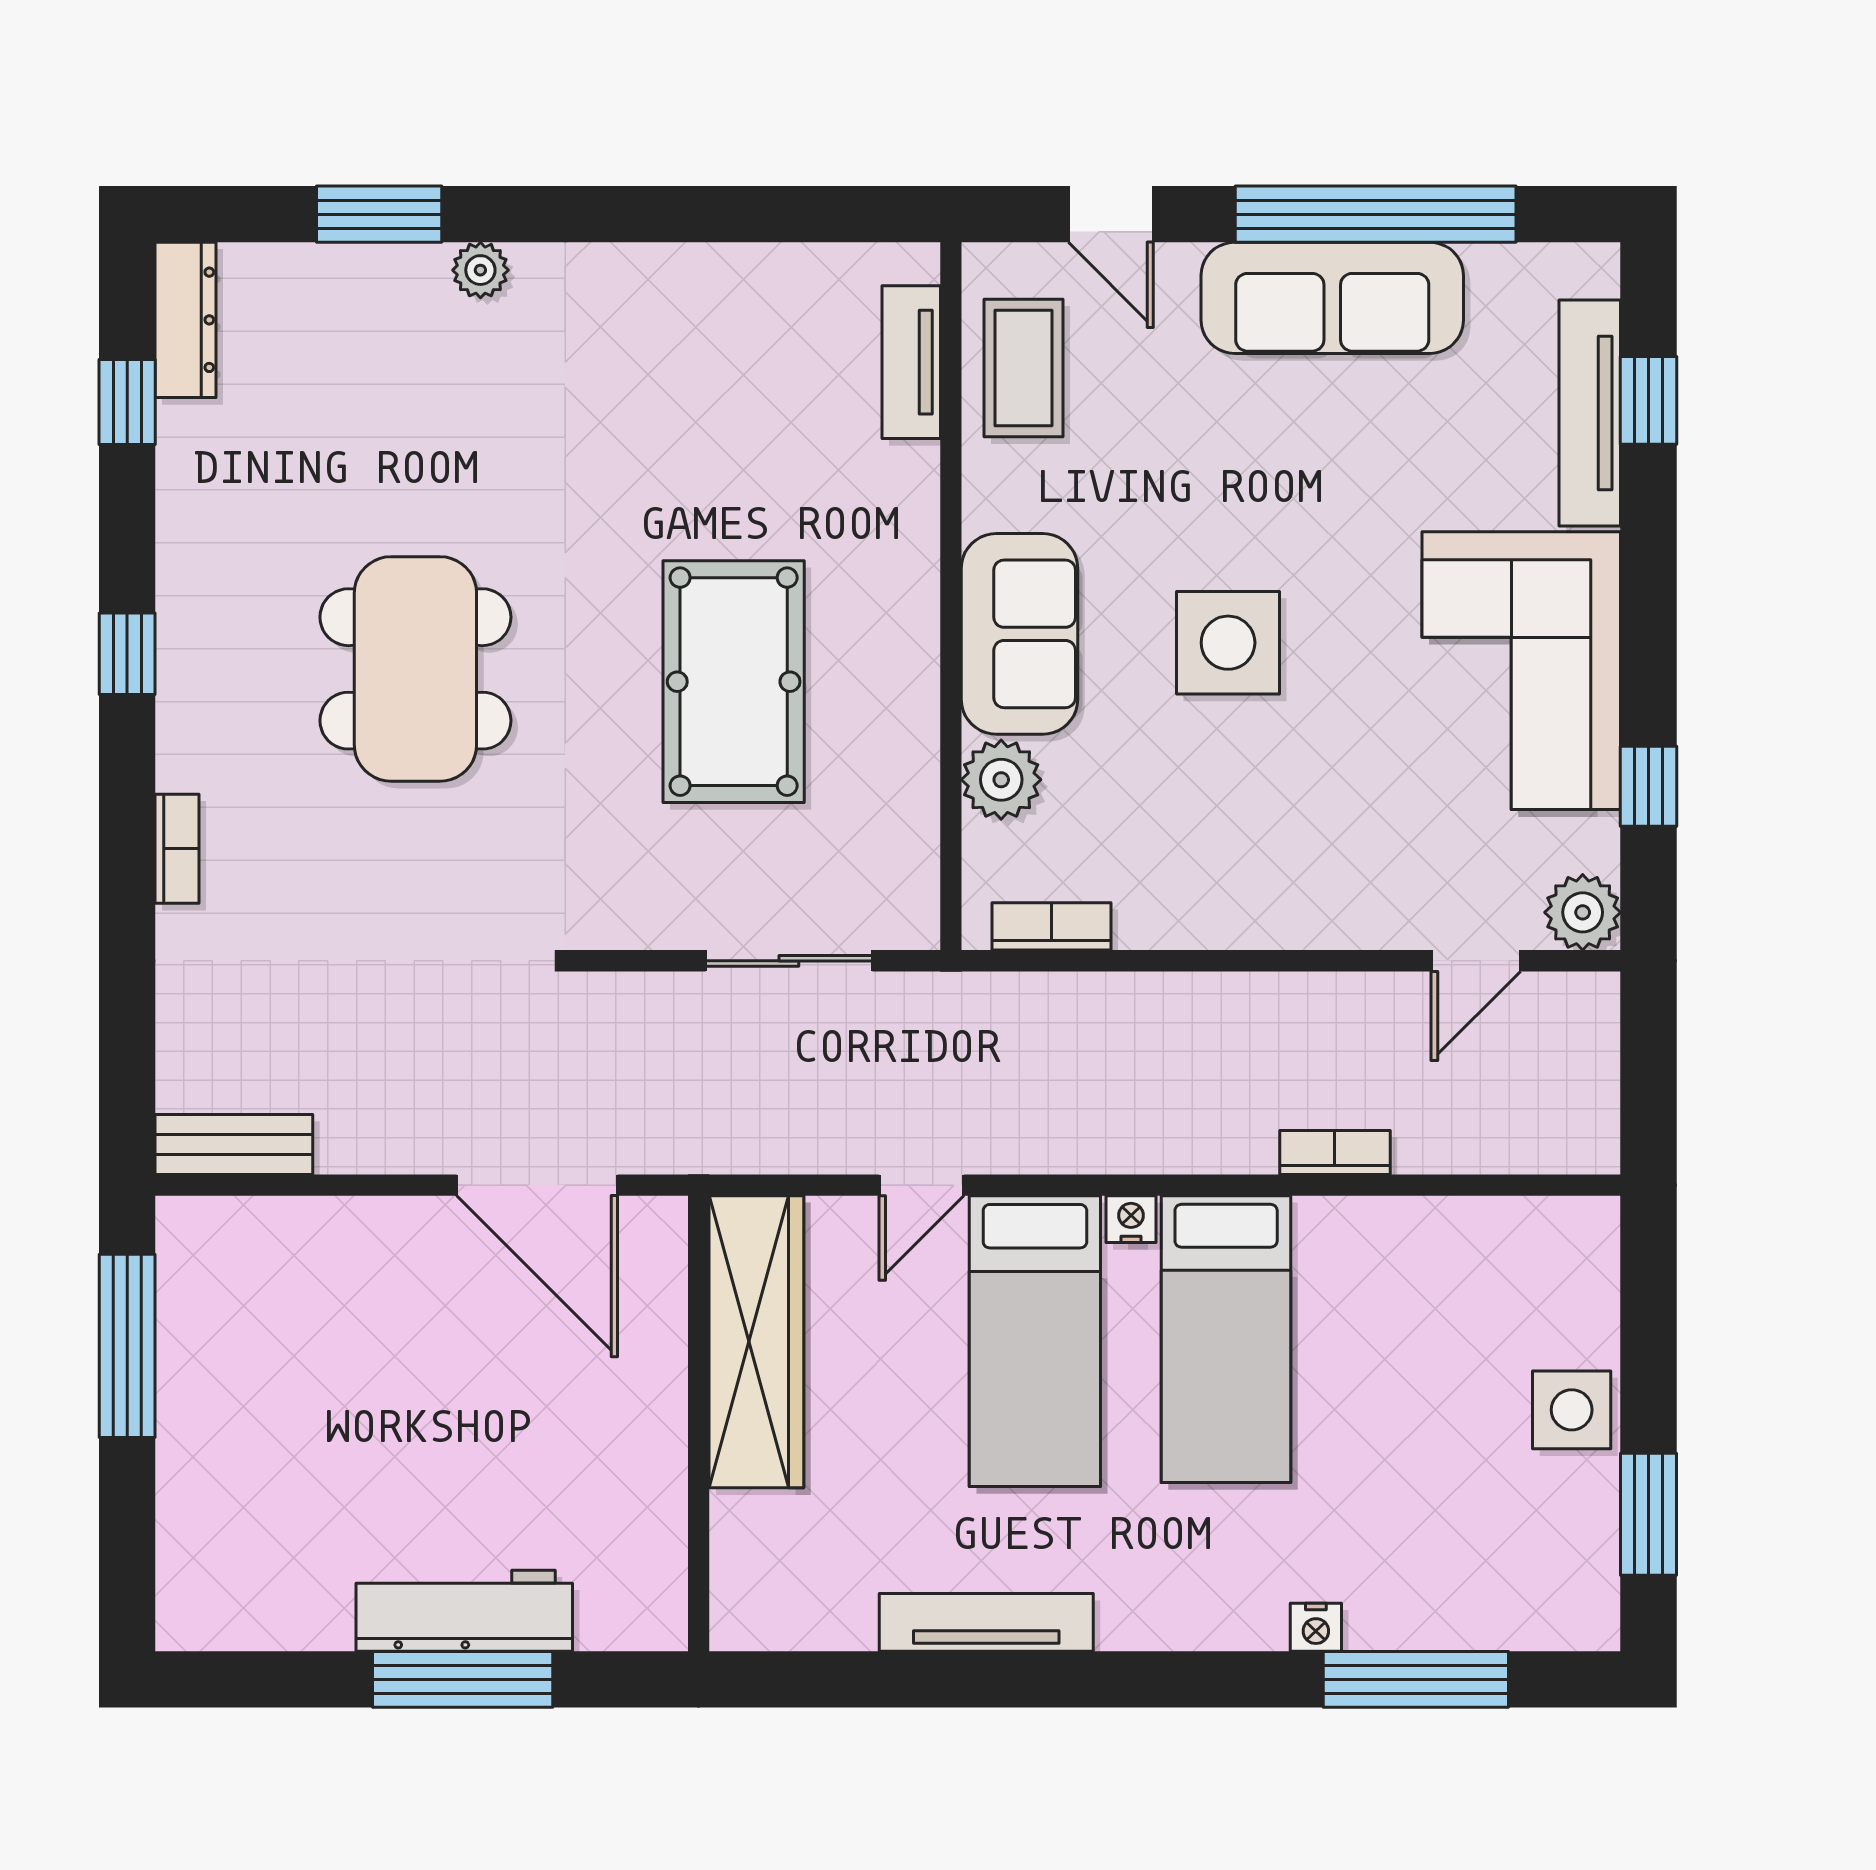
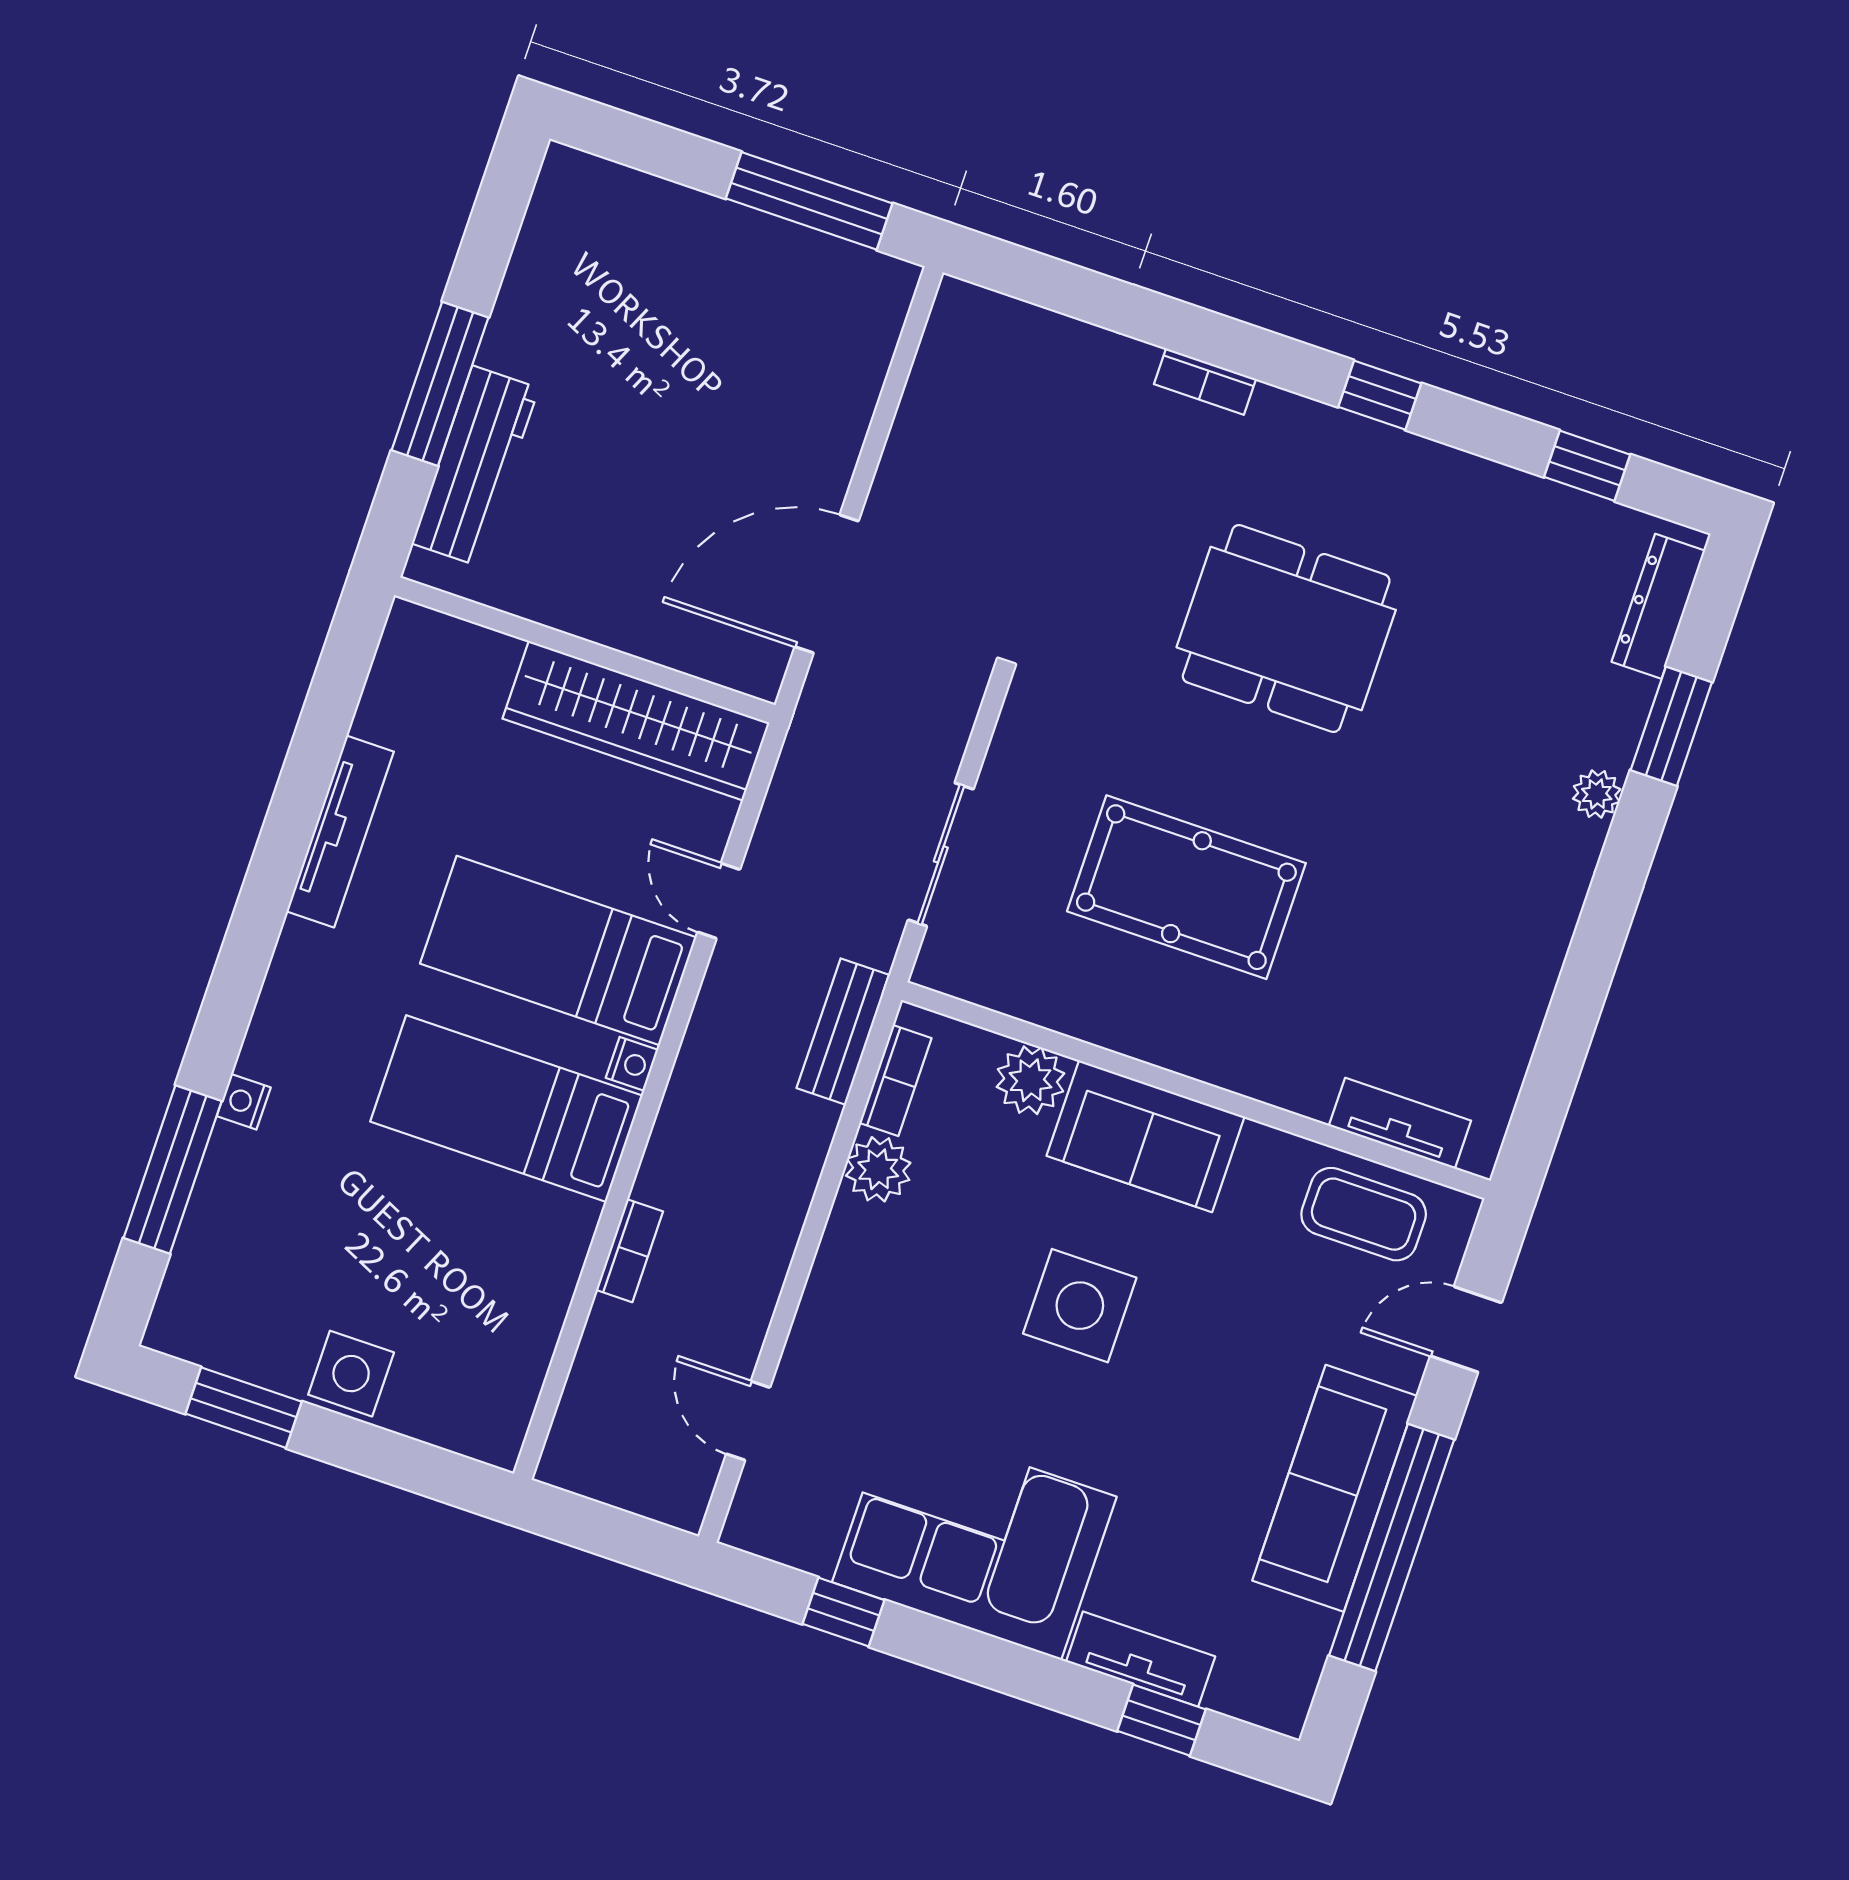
dresser: (186, 320) -> (1658, 606), moved, turned 90
tv unit: (1590, 413) -> (1141, 1659), width x0.71
plant: (1583, 912) -> (878, 1169), moved
bench: (234, 1145) -> (843, 1032), moved
workbench: (464, 1611) -> (475, 466), moved

